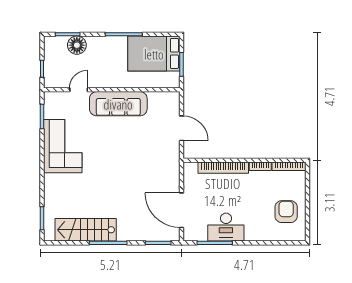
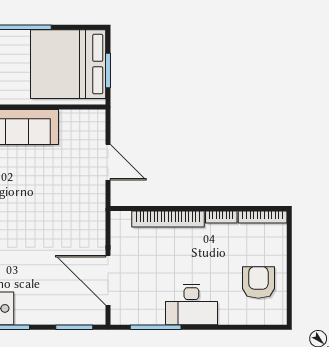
bed: (154, 54) -> (68, 64), width x1.36
desk: (226, 227) -> (191, 305), moved

